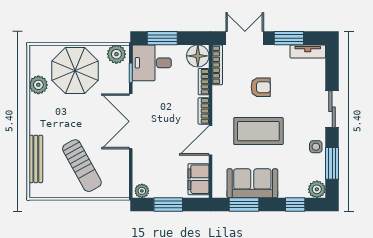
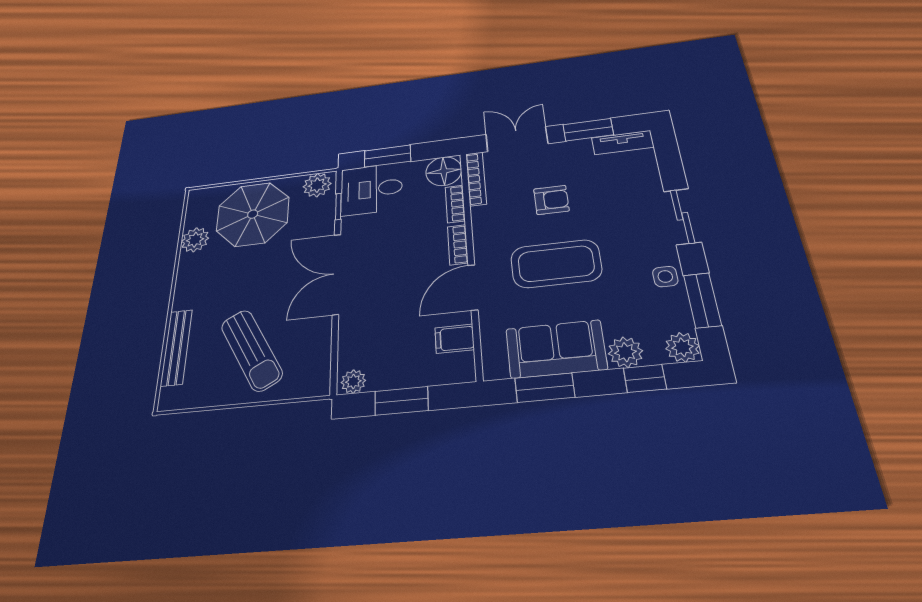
filing cabinet: (198, 179) -> (455, 339), width x0.50
plant: (288, 189) -> (625, 352), added

